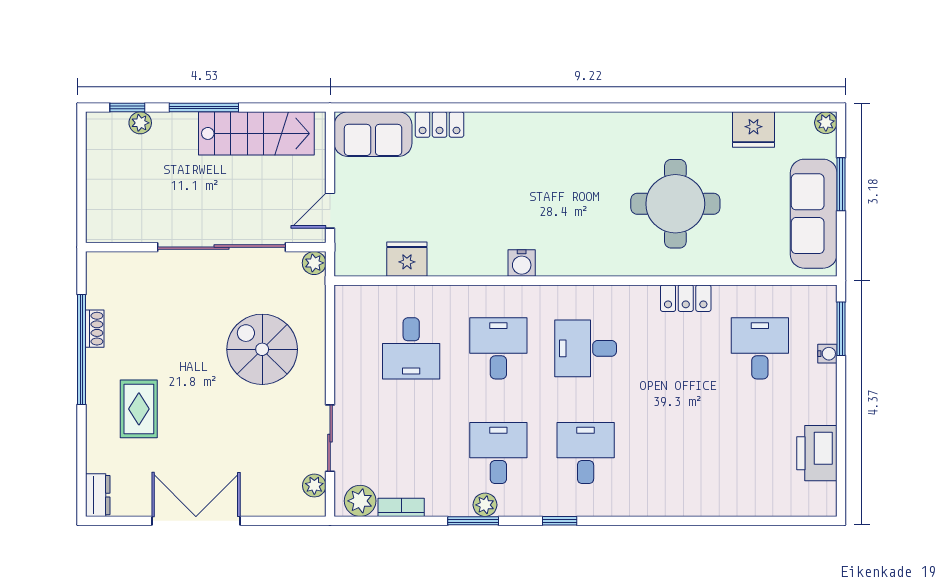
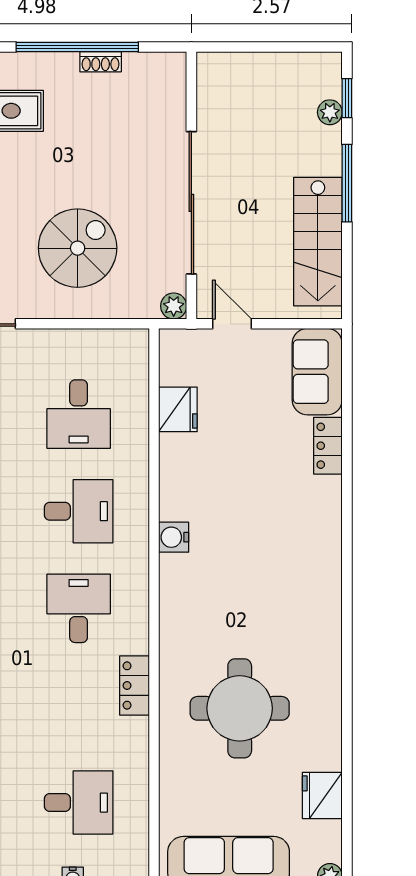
locker: (686, 298) -> (134, 685), moved
desk: (411, 348) -> (79, 414), turned -90

